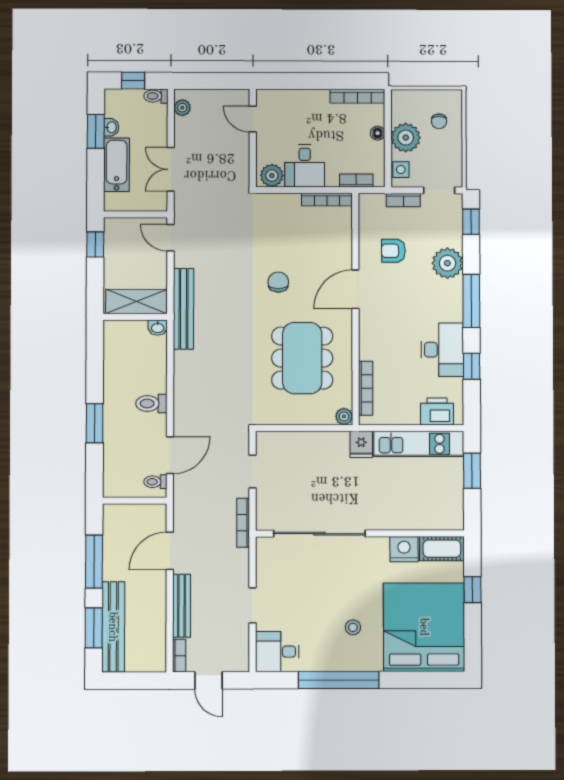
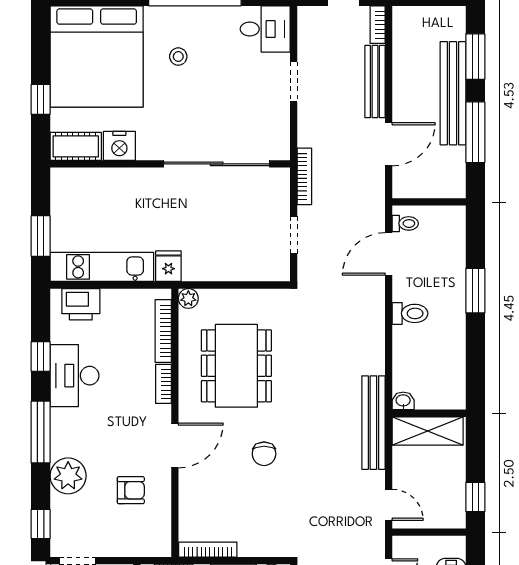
bookcase: (403, 200) -> (163, 384), moved, turned -90
bench: (113, 627) -> (453, 93), moved

